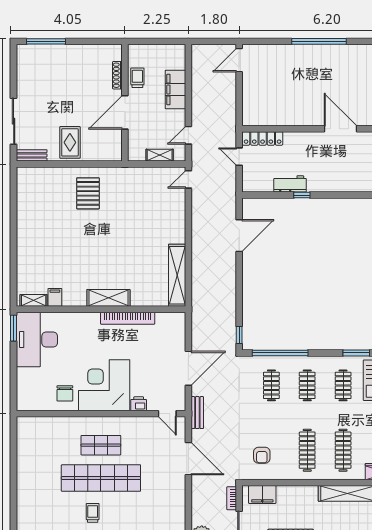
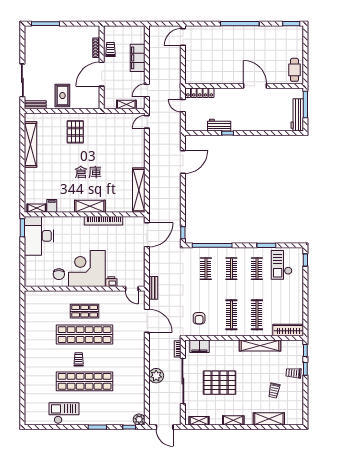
shelving: (25, 211) -> (31, 145), added
door: (188, 368) -> (147, 235), moved

